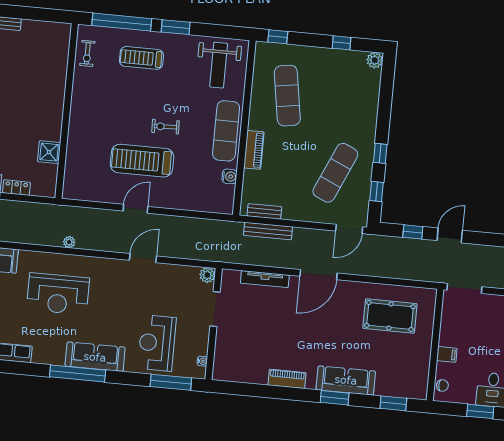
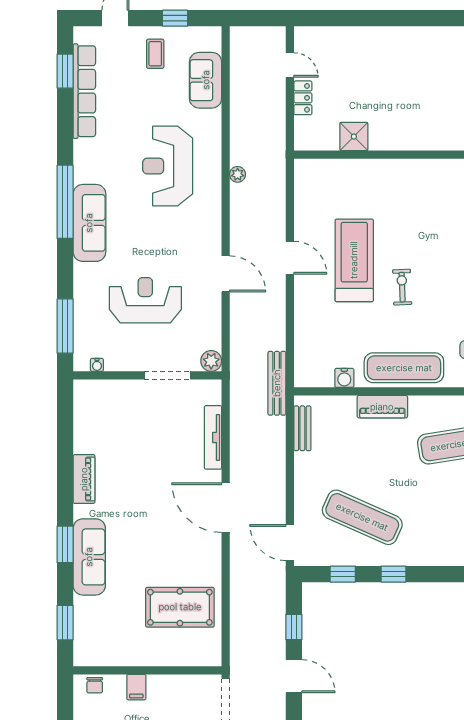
bench: (268, 231) -> (277, 383), moved
pool table: (390, 316) -> (180, 607), turned 90
reception desk: (157, 343) -> (145, 300), moved

